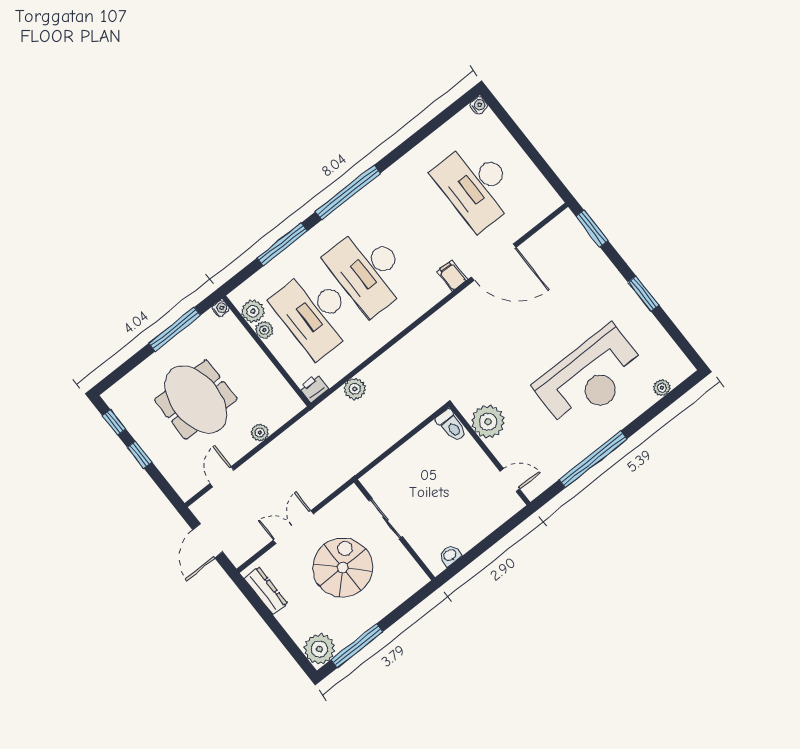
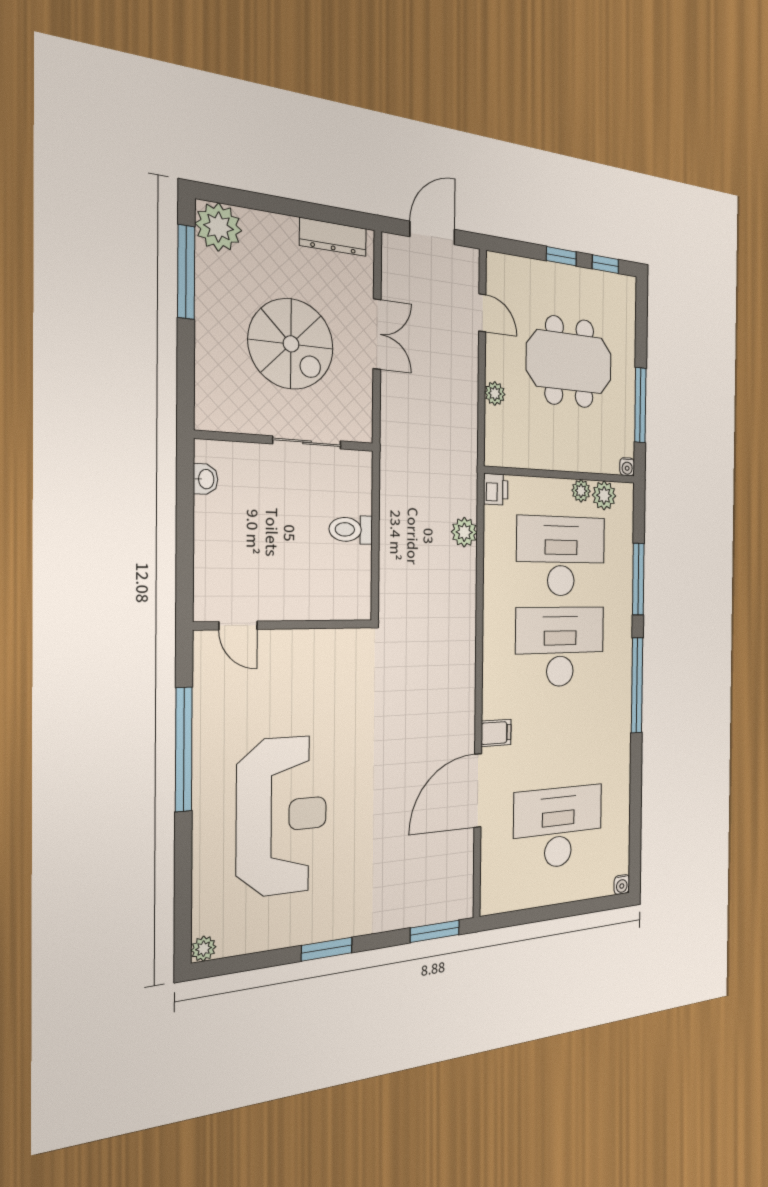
reception desk: (590, 378) -> (282, 816), turned 180
plant: (662, 388) -> (204, 949), moved
plant: (488, 422) -> (323, 653), removed
toilet: (451, 426) -> (351, 530), moved
door: (510, 480) -> (238, 625), hinge flipped
door: (208, 541) -> (432, 233), hinge flipped

